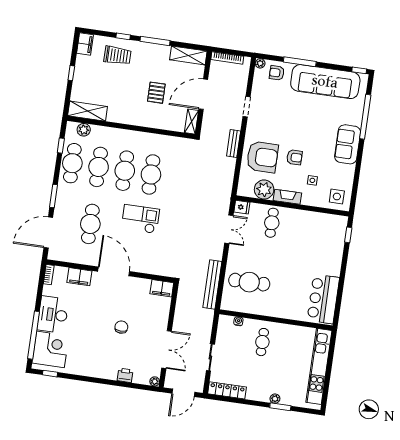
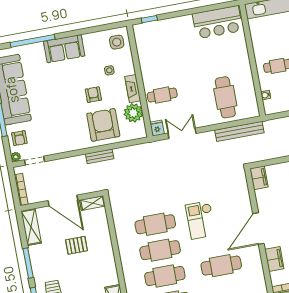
doorway: (247, 107) -> (34, 161), moved

